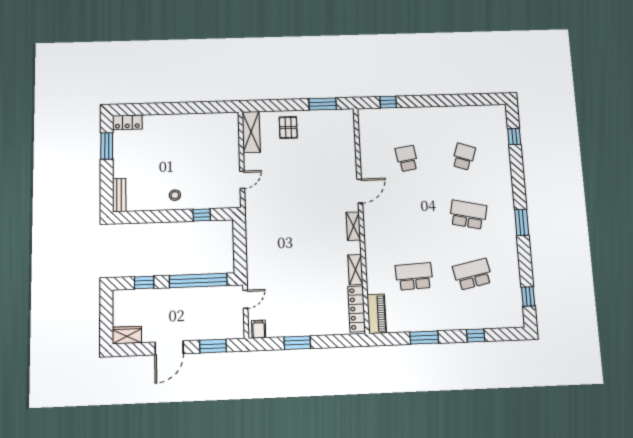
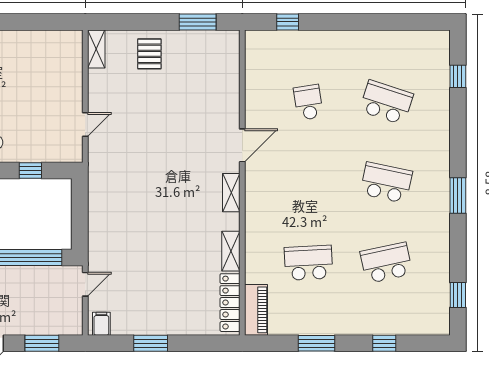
shelving: (251, 132) -> (96, 49), width x0.67, depth x0.75
school desk: (464, 157) -> (386, 102), width x1.85

